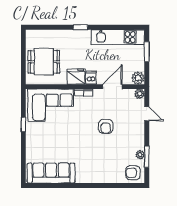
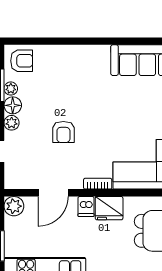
plant: (140, 94) -> (12, 123), moved
armchair: (106, 126) -> (63, 132), turned 180
floor lamp: (139, 144) -> (13, 105), added

